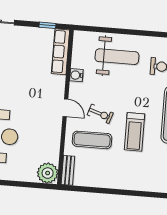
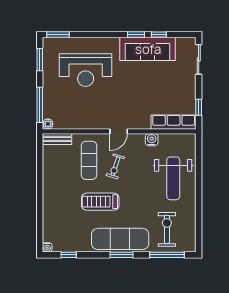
plant: (48, 173) -> (48, 124), width x0.53, depth x0.53
window: (32, 185) -> (40, 105), added

